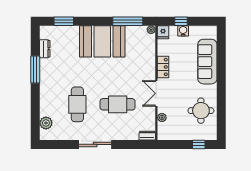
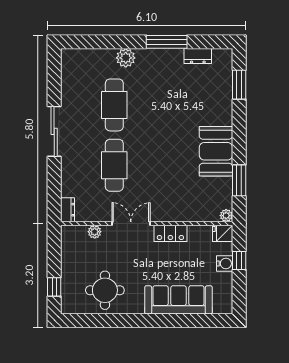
window: (128, 21) -> (239, 180), width x0.69
booth: (102, 41) -> (216, 151), width x0.73, depth x0.70
cafe table: (77, 104) -> (114, 105), turned 90
plant: (46, 123) -> (126, 58), moved

